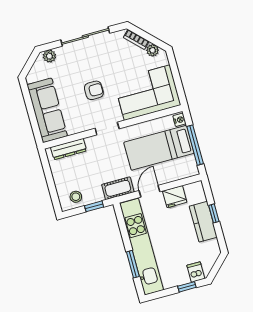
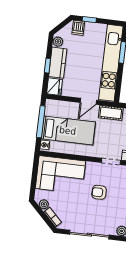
doorway: (107, 128) -> (111, 161), moved
fridge: (175, 197) -> (54, 87), moved, turned 90
plant: (213, 246) -> (58, 42), added

